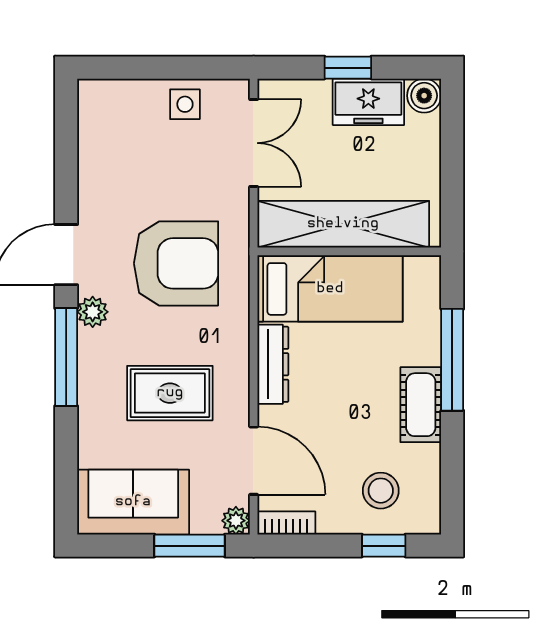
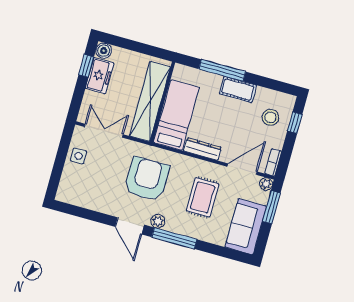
window: (348, 68) -> (86, 66), moved

